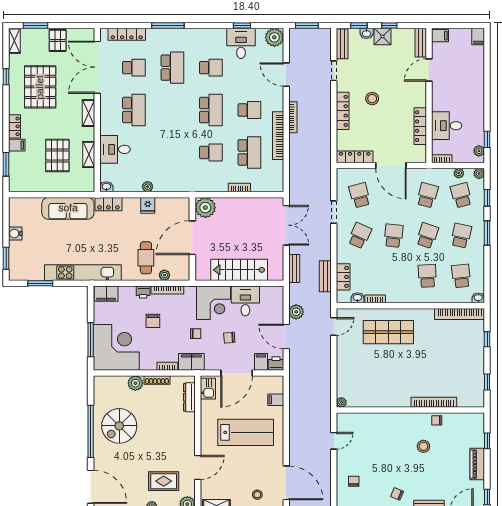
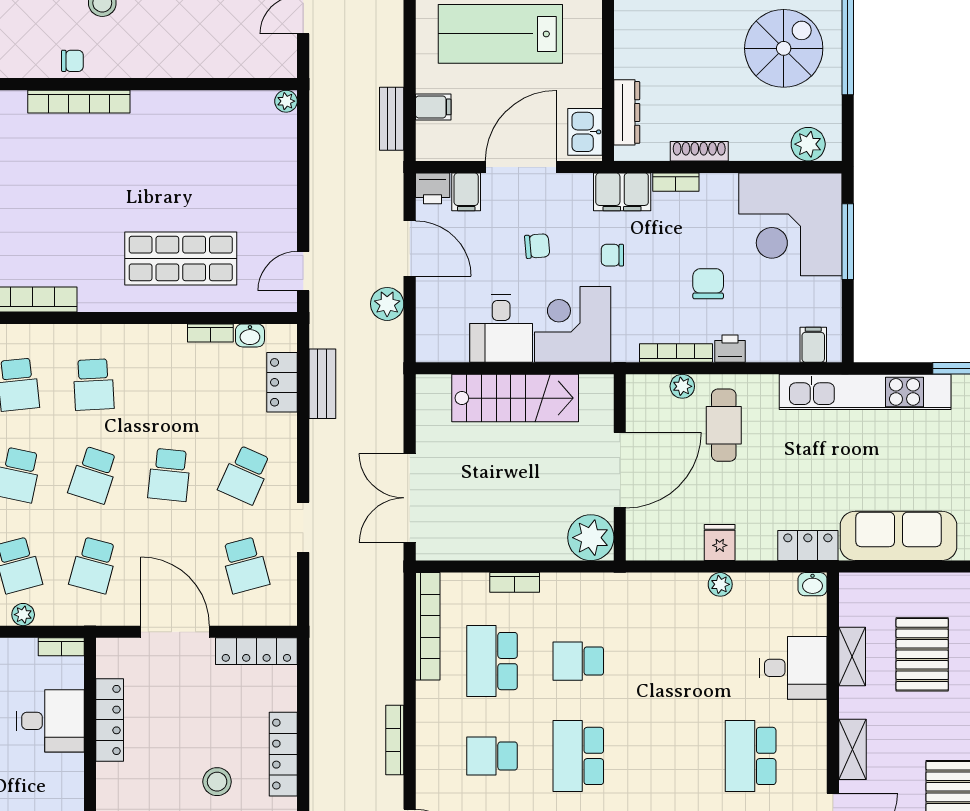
bookcase: (278, 136) -> (428, 626), moved
bench: (294, 268) -> (392, 119), moved
filing cabinet: (106, 294) -> (813, 345), width x0.50
plant: (135, 383) -> (808, 144), moved

